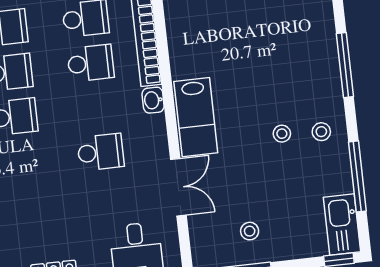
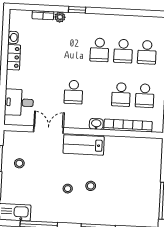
stool: (321, 132) -> (91, 186), moved
double door: (178, 187) -> (48, 130), swing flipped

